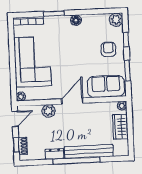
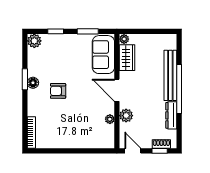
window: (54, 13) -> (25, 79), moved
armchair: (108, 49) -> (58, 91), moved
corner sofa: (33, 62) -> (74, 130), removed
plant: (21, 96) -> (110, 119), moved
wardrobe: (120, 127) -> (127, 58), moved, turned -90
dresser: (55, 154) -> (171, 115), width x1.44

